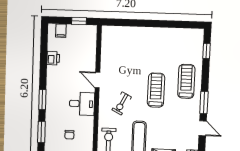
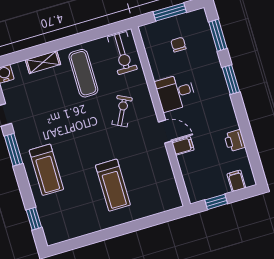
filing cabinet: (89, 66) -> (183, 146), added
treadmill: (156, 90) -> (113, 185), moved

